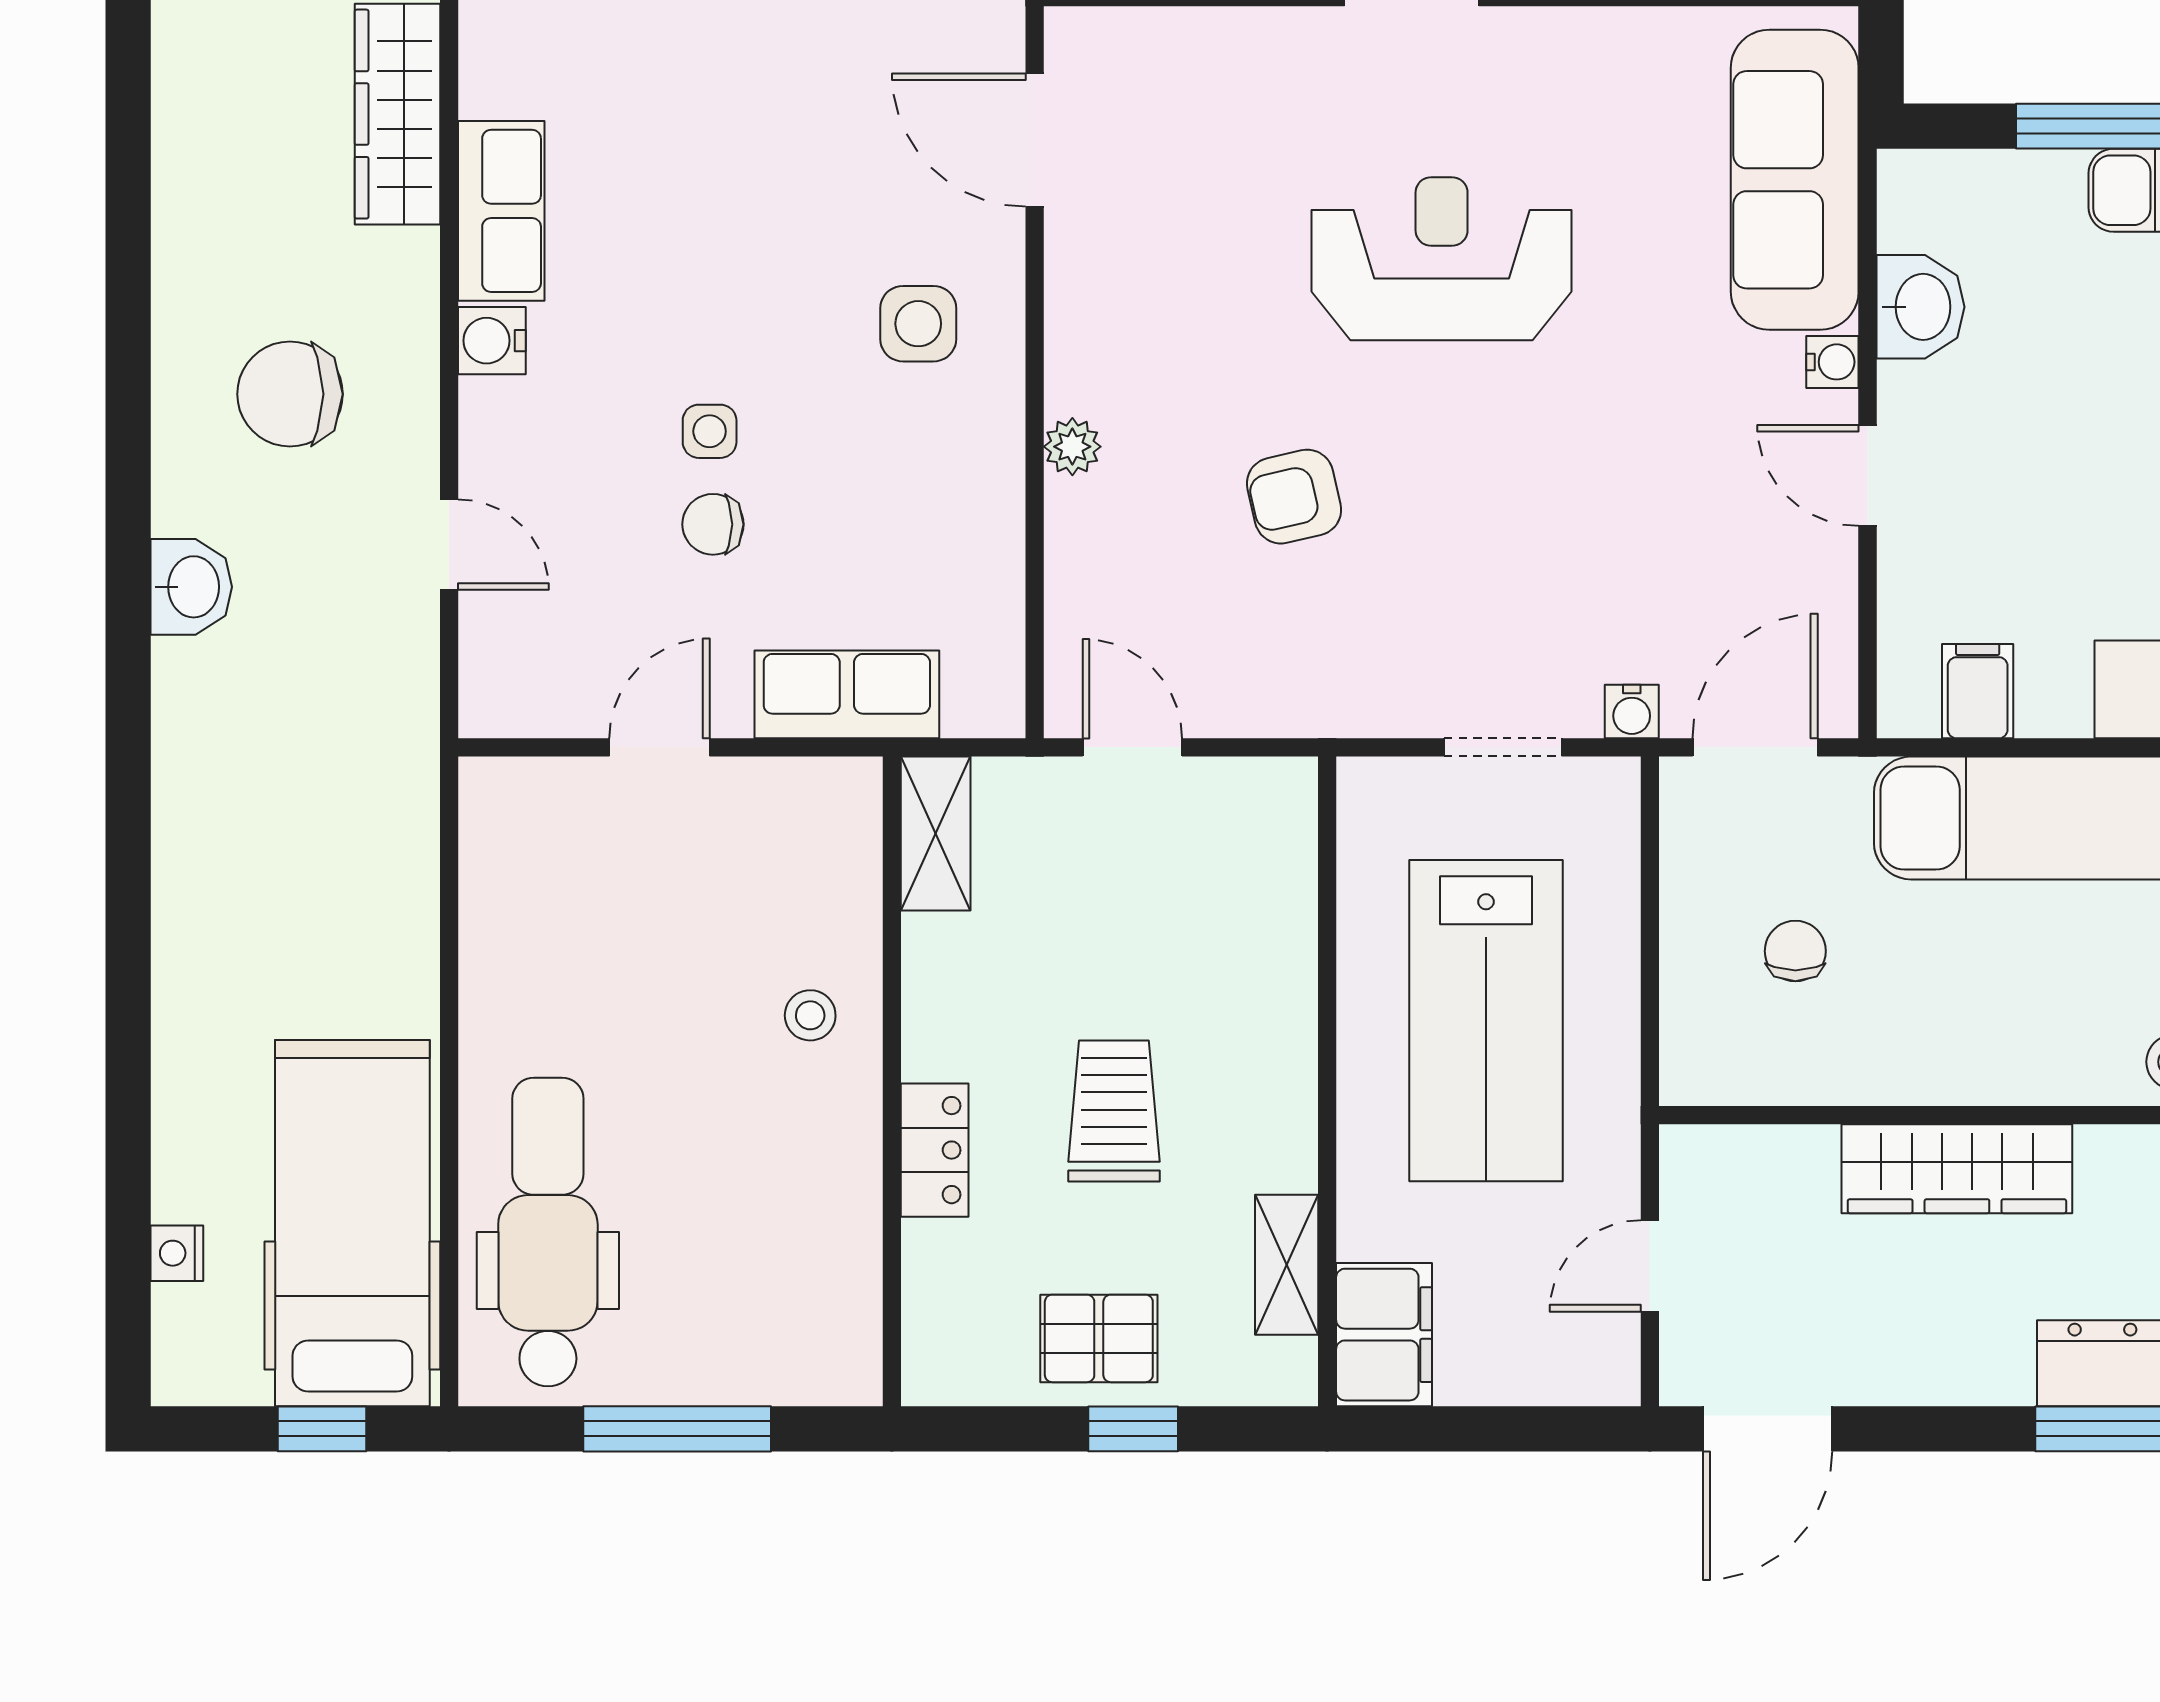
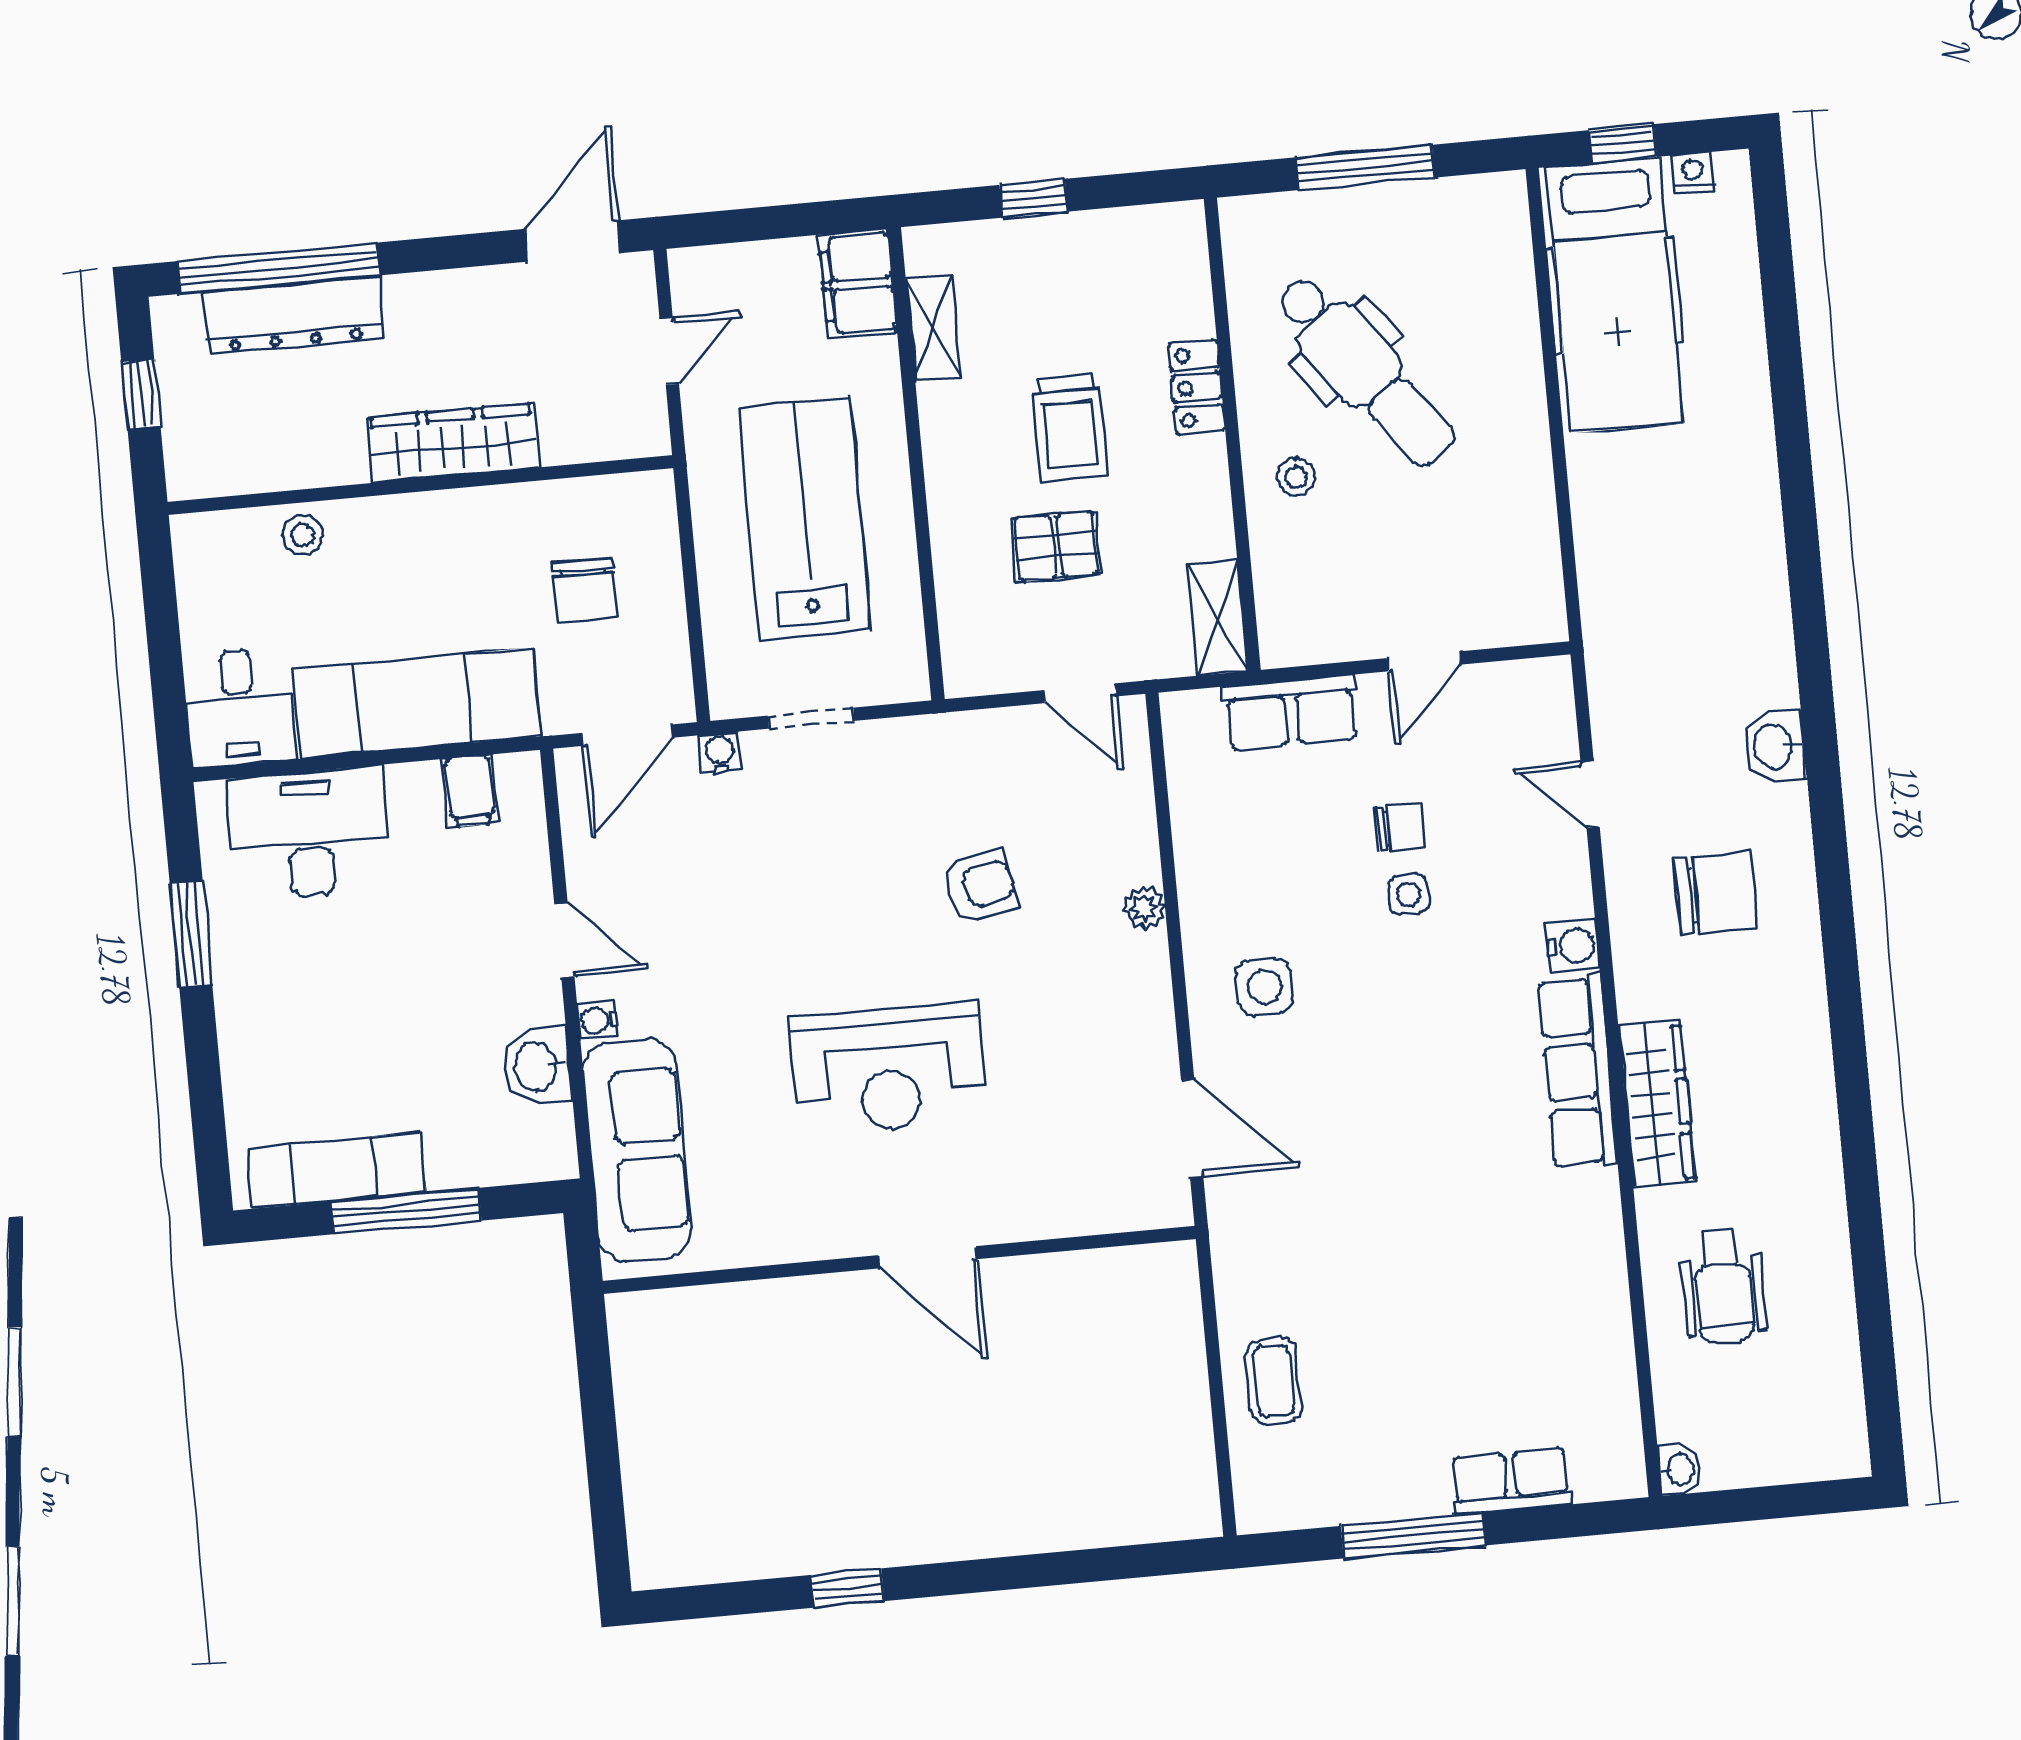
row of seats: (501, 211) -> (1578, 1072), width x1.48
chair: (1795, 951) -> (585, 590), width x1.37, depth x1.37
dental chair: (548, 1232) -> (1365, 371), moved, turned -37
nightstand: (177, 1253) -> (1693, 173), moved, turned -90
pallet: (1099, 1338) -> (1056, 547), moved

